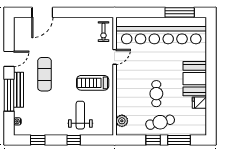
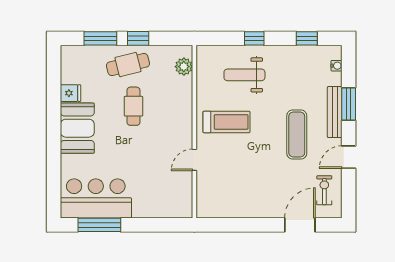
bar counter: (161, 31) -> (96, 198), width x0.54
exercise bike: (103, 32) -> (324, 190), moved
window: (9, 95) -> (349, 104), width x0.69
weight bench: (80, 115) -> (244, 75), turned 90

